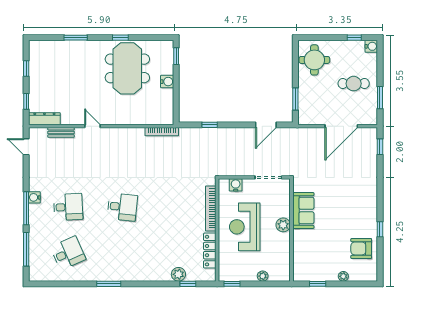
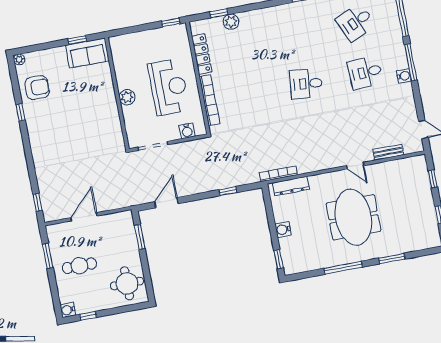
window: (120, 38) -> (343, 268), width x2.17
meeting table: (127, 68) -> (353, 217), moved
dresser: (44, 119) -> (291, 186), moved
door: (341, 126) -> (84, 217), width x0.73
sofa: (303, 211) -> (87, 53), moved, turned -90
plant: (263, 276) -> (139, 37), removed
plant: (343, 276) -> (19, 60), moved

